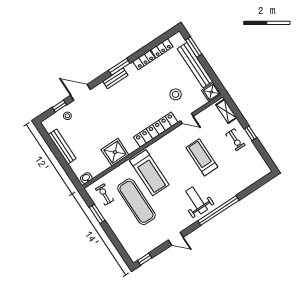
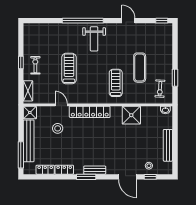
window: (194, 47) -> (21, 155), width x1.44
treadmill: (202, 157) -> (69, 69), turned 180
treadmill: (149, 173) -> (116, 83), width x0.73, depth x0.73
exercise mat: (136, 202) -> (140, 68), width x0.73, depth x0.69

